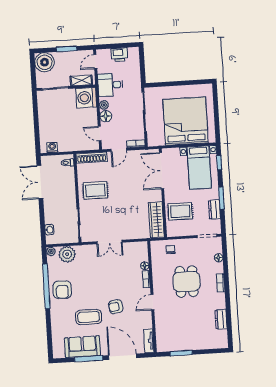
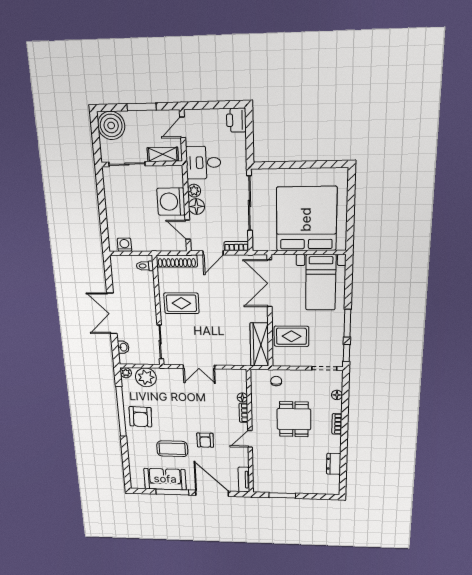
printer: (119, 55) -> (236, 120), moved, turned 90
washing machine: (86, 98) -> (171, 202), moved
window: (219, 163) -> (347, 353), moved
double door: (40, 182) -> (112, 314), moved
dresser: (214, 210) -> (337, 337), removed
armchair: (116, 307) -> (205, 440), turned -83

